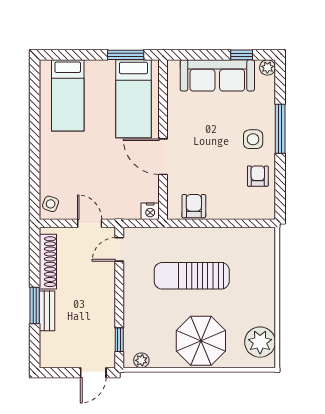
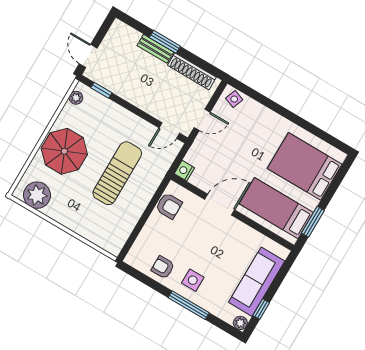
bed: (68, 95) -> (305, 166), width x1.50
armchair: (258, 176) -> (163, 267), turned 180
door: (119, 249) -> (169, 130), swing flipped

